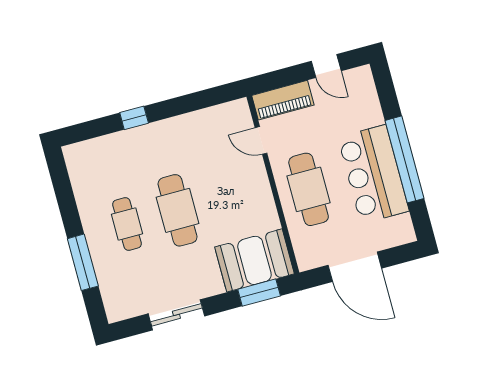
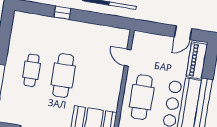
door: (326, 66) -> (183, 33), hinge flipped
piano: (283, 100) -> (197, 61), moved, turned 90

